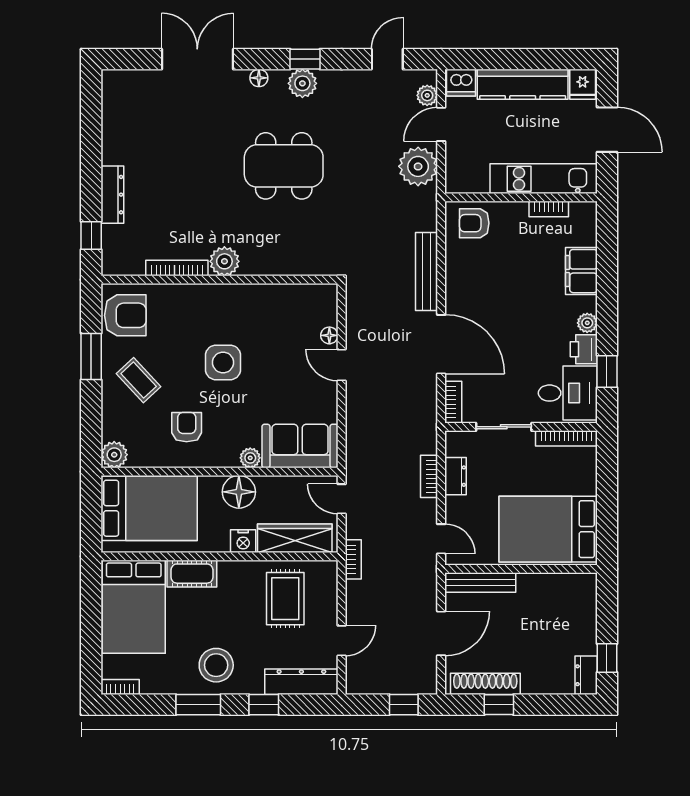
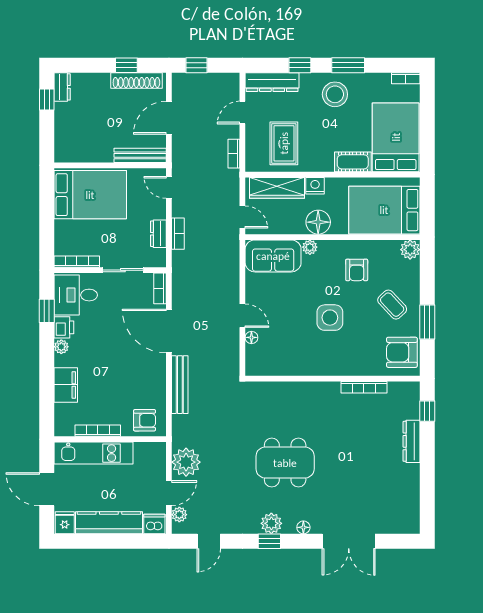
bookcase: (549, 209) -> (98, 431), width x1.56
plant: (224, 261) -> (329, 392), removed
bookcase: (353, 559) -> (234, 154), moved

